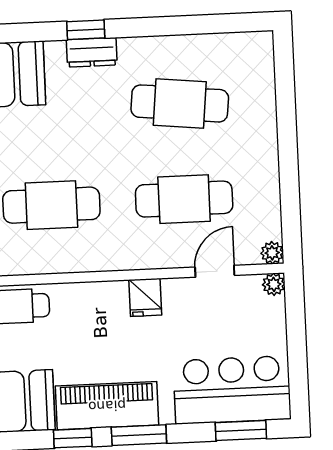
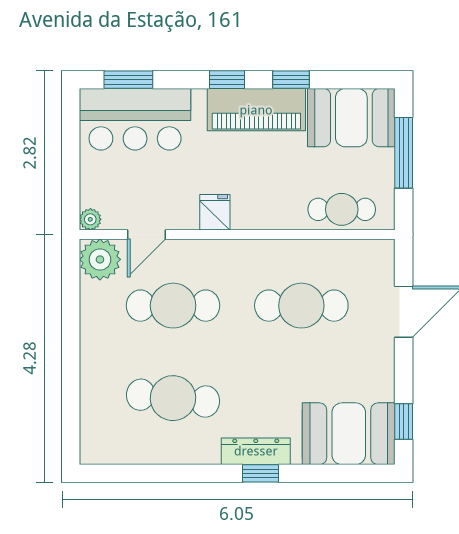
dresser: (92, 52) -> (256, 451), width x1.44
plant: (272, 253) -> (100, 259), width x1.88, depth x1.88
window: (139, 435) -> (227, 80), width x0.67

